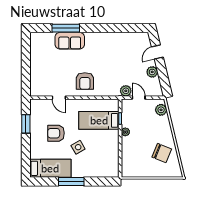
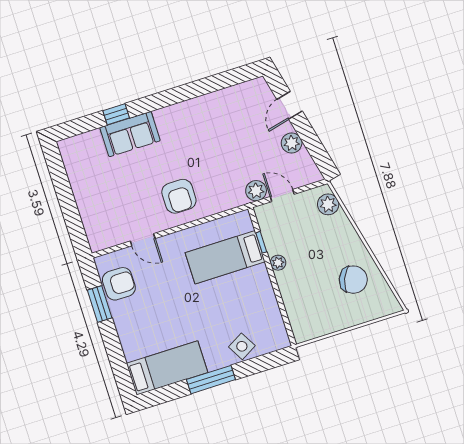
window: (66, 28) -> (116, 114), width x0.46
armchair: (56, 133) -> (119, 284), moved, turned 180
side table: (78, 147) -> (242, 346), moved

